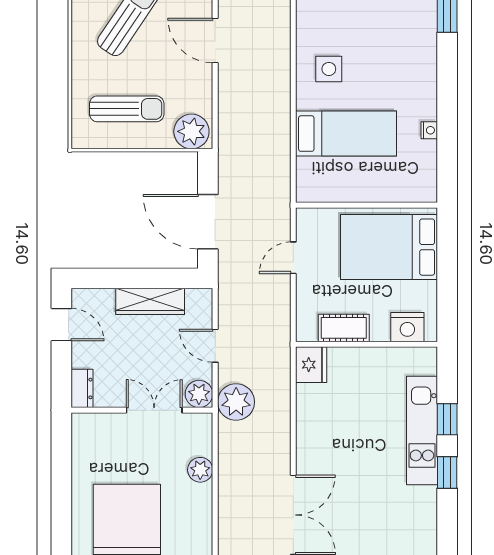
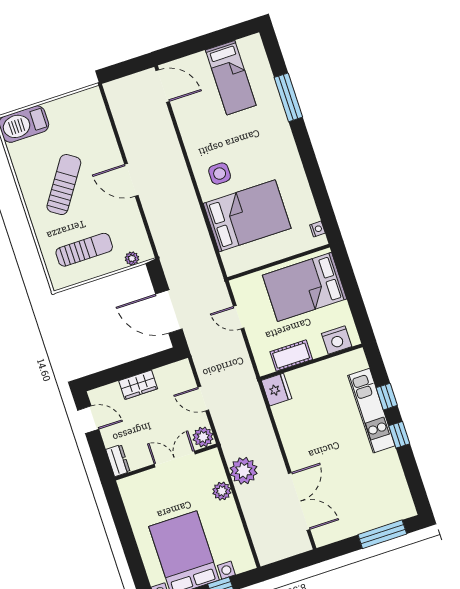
nightstand: (429, 130) -> (317, 229), moved
plant: (191, 131) -> (132, 258), width x0.53, depth x0.53
bed: (346, 134) -> (247, 216), width x1.50
door: (293, 258) -> (239, 317), hinge flipped
wardrobe: (150, 301) -> (138, 385), width x0.67
plant: (236, 402) -> (244, 471), moved

